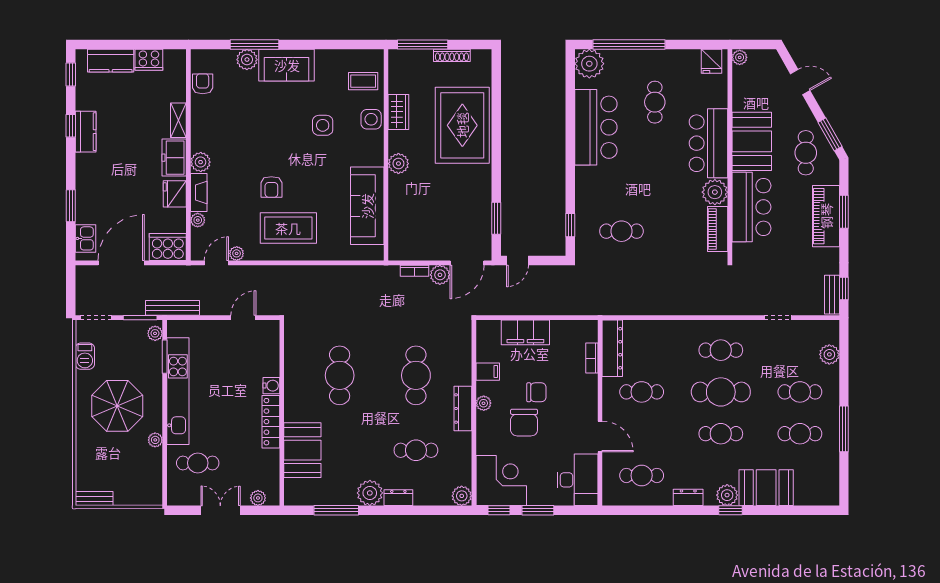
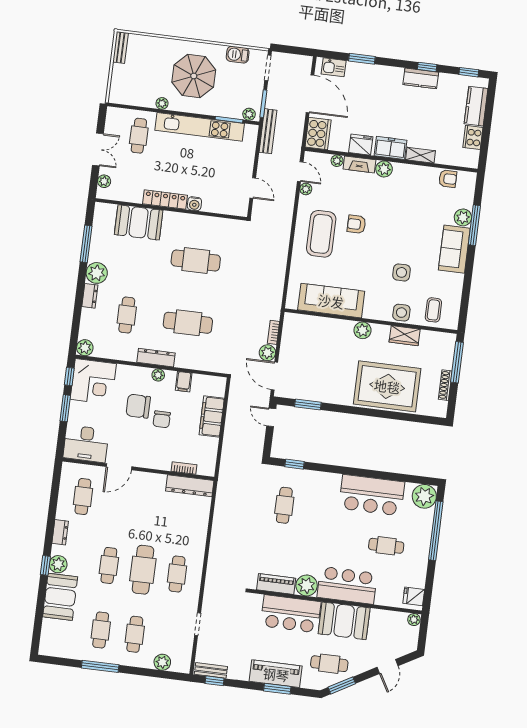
cafe table: (642, 392) -> (151, 505), removed

